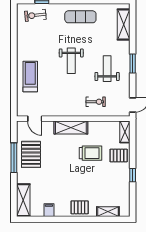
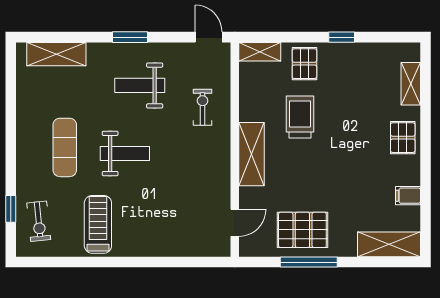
exercise mat: (80, 17) -> (65, 147), moved
treadmill: (30, 76) -> (98, 224), moved, turned 90

